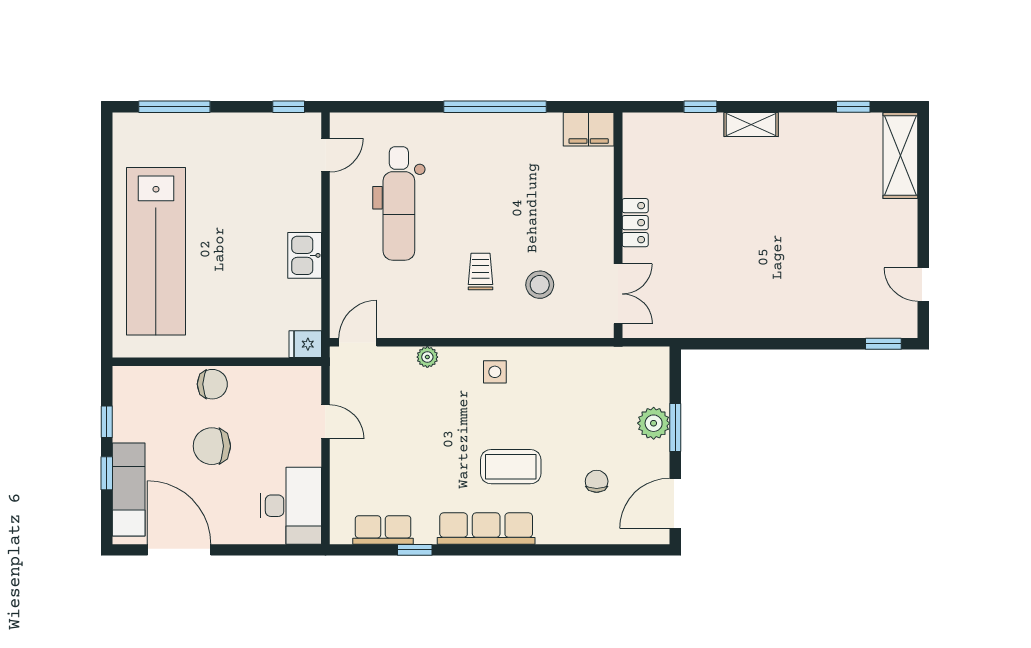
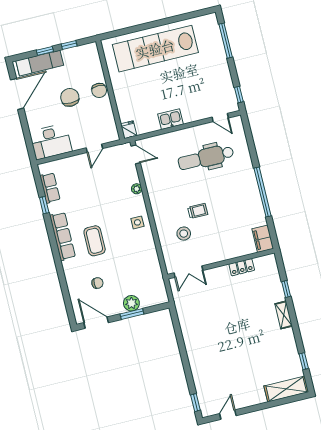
locker: (635, 223) -> (242, 267), moved
trolley: (480, 271) -> (198, 211), moved

